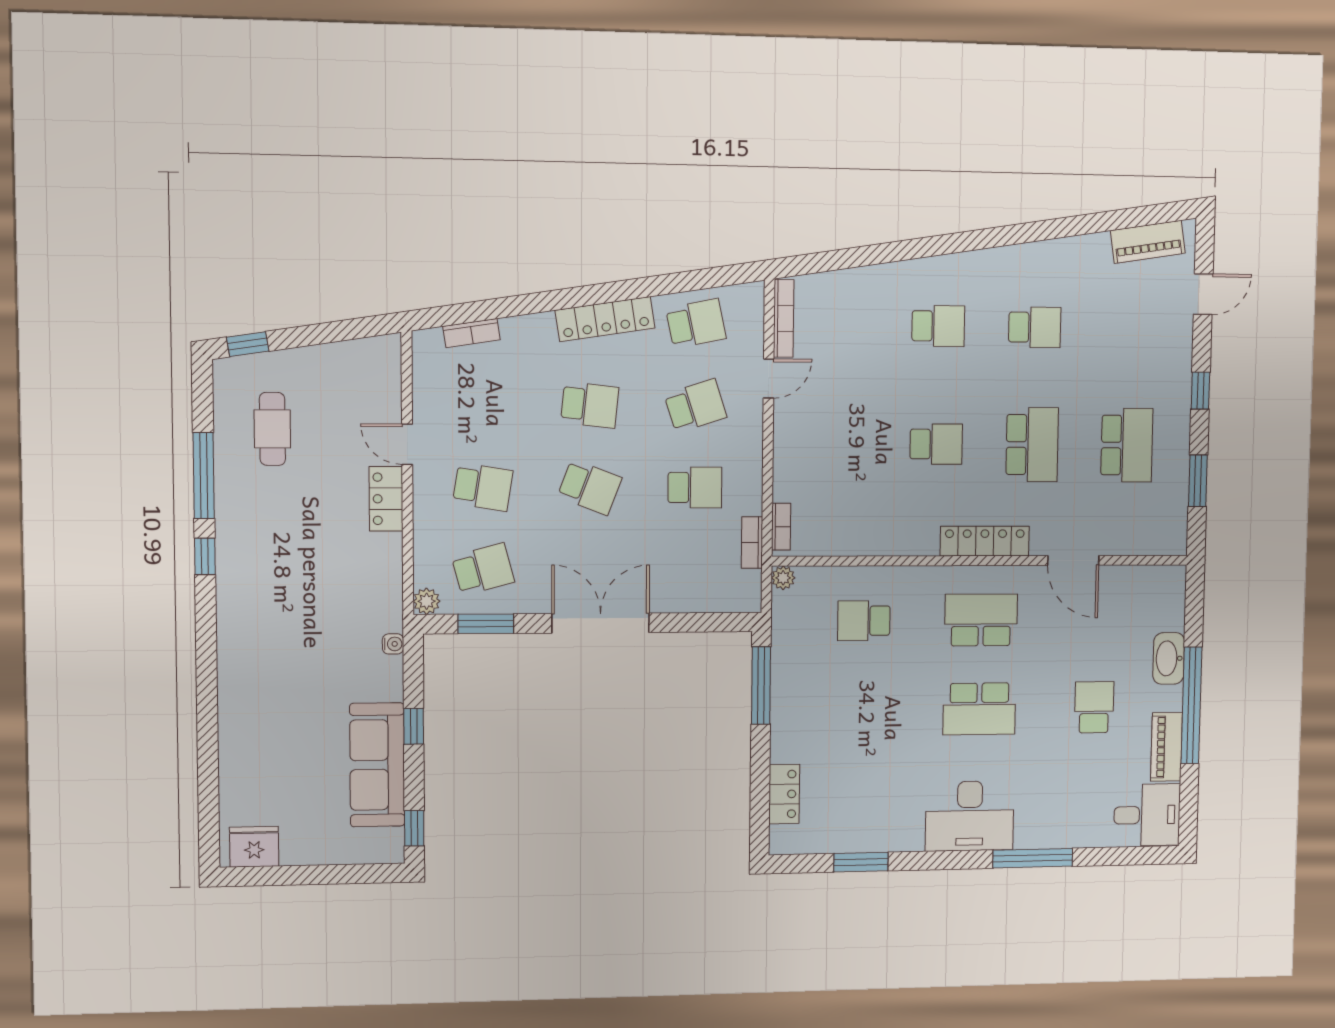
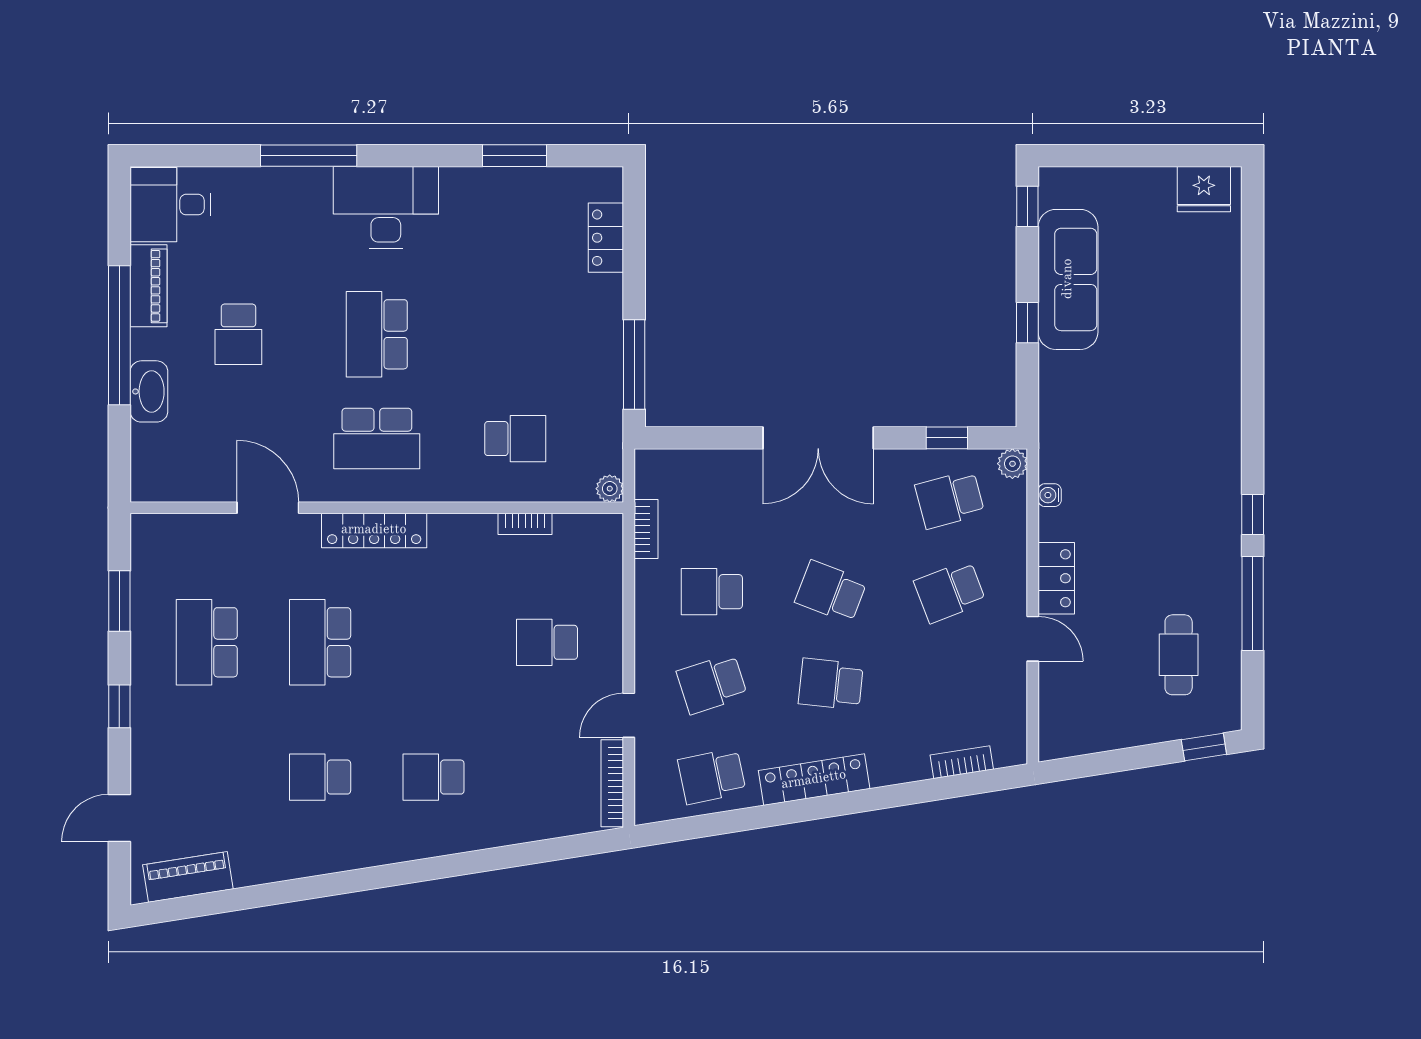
school desk: (936, 444) -> (547, 642), moved
school desk: (483, 487) -> (950, 592), turned -30
bookcase: (781, 527) -> (525, 524), moved, turned -90
window: (486, 624) -> (947, 438), width x0.67
water cooler: (393, 644) -> (1050, 495), moved
school desk: (979, 709) -> (377, 334), turned -90

